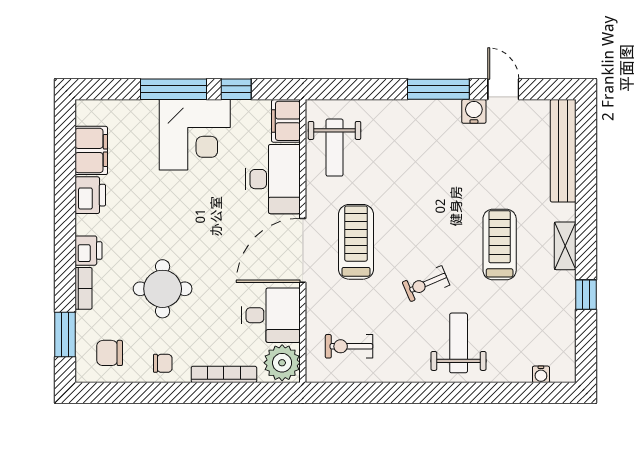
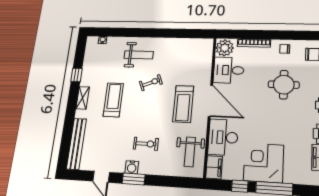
window: (438, 89) -> (134, 179), width x0.69
water cooler: (474, 111) -> (132, 167), moved
weight bench: (335, 148) -> (190, 152), turned 180
treadmill: (500, 245) -> (113, 100), turned 180
door: (303, 250) -> (210, 101), hinge flipped
weight bench: (459, 343) -> (139, 55), turned -90
exercise bike: (349, 346) -> (146, 144), moved

